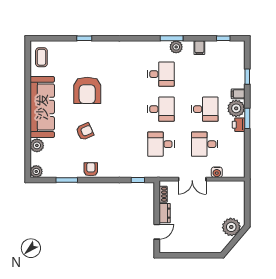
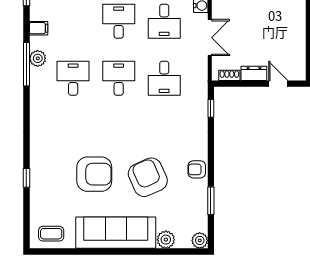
window: (172, 38) -> (26, 64), width x1.44
armchair: (85, 132) -> (148, 177), width x1.88, depth x1.88

